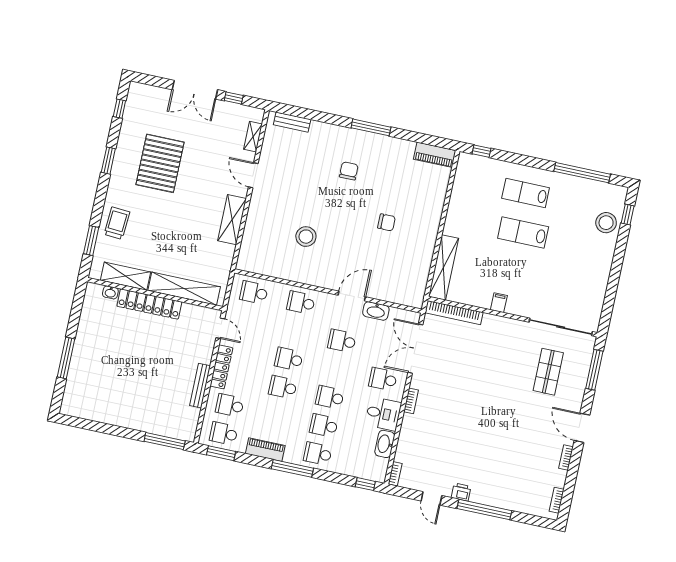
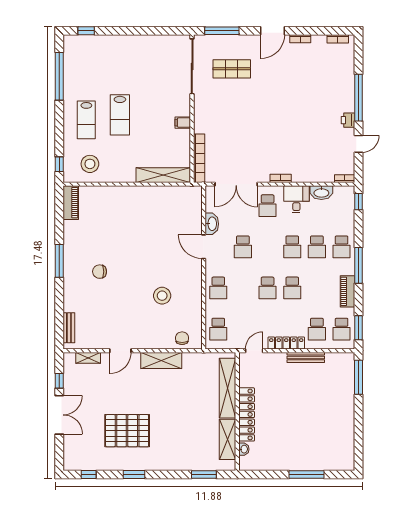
chair: (386, 222) -> (182, 338), moved
trolley: (117, 223) -> (185, 456), removed
stool: (606, 223) -> (90, 164), moved

